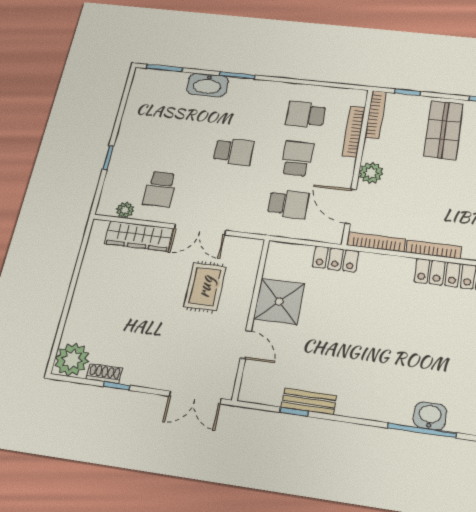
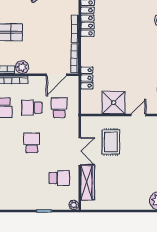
plant: (371, 173) -> (22, 67), moved
plant: (125, 210) -> (74, 205), moved
rug: (205, 287) -> (111, 142), turned 90

